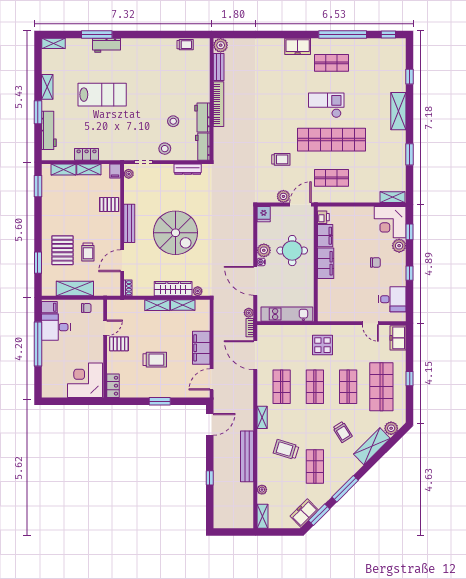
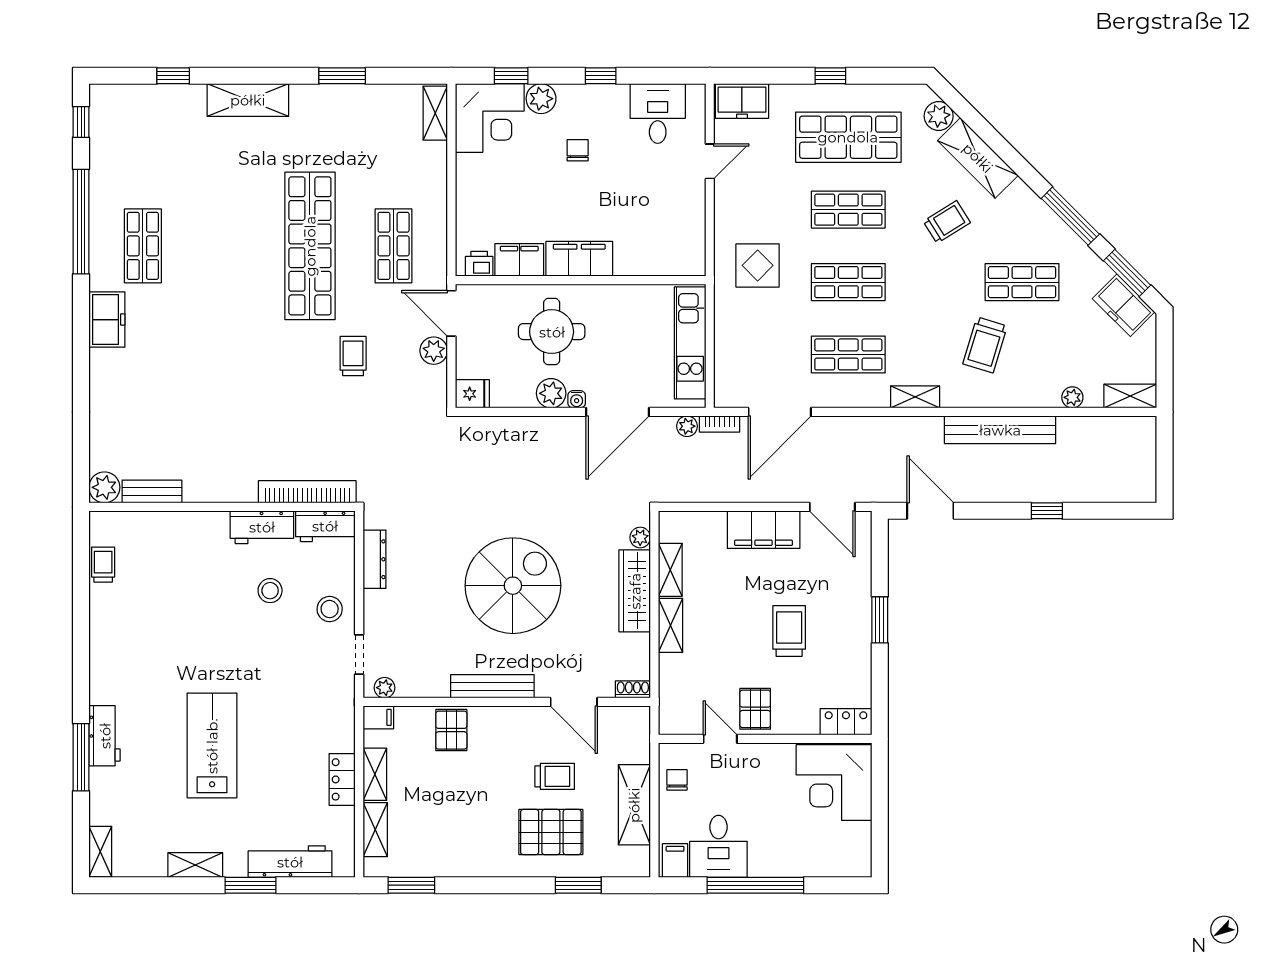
bookcase: (219, 104) -> (307, 492), moved
checkout: (326, 105) -> (235, 257), removed

